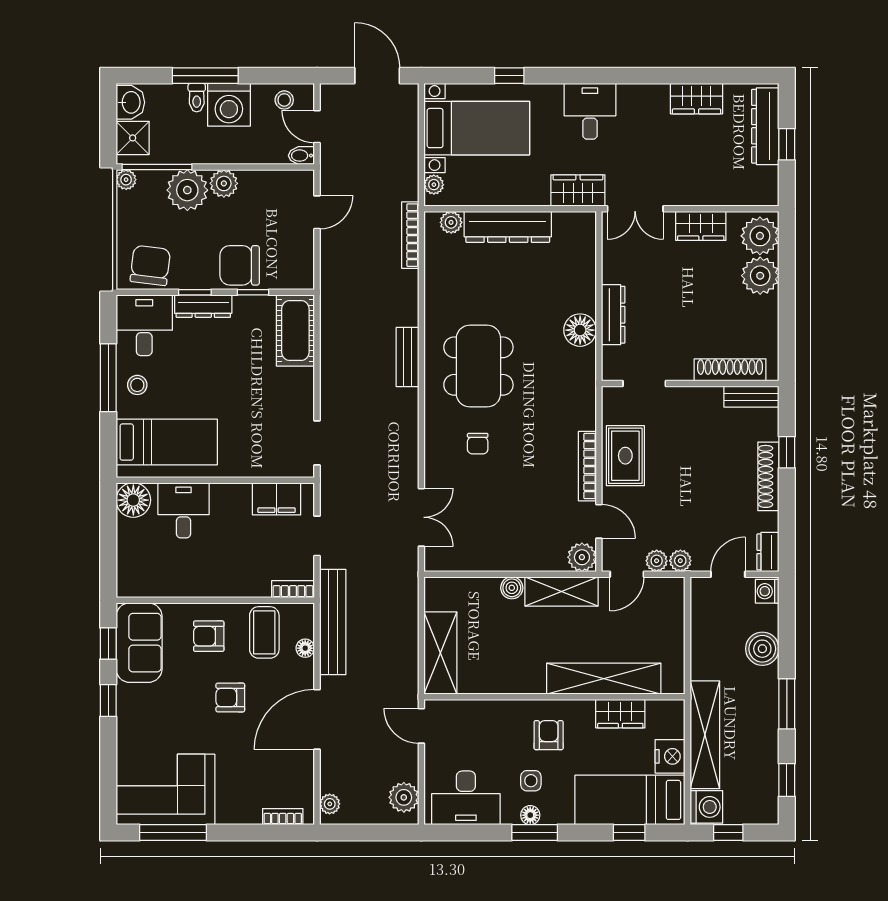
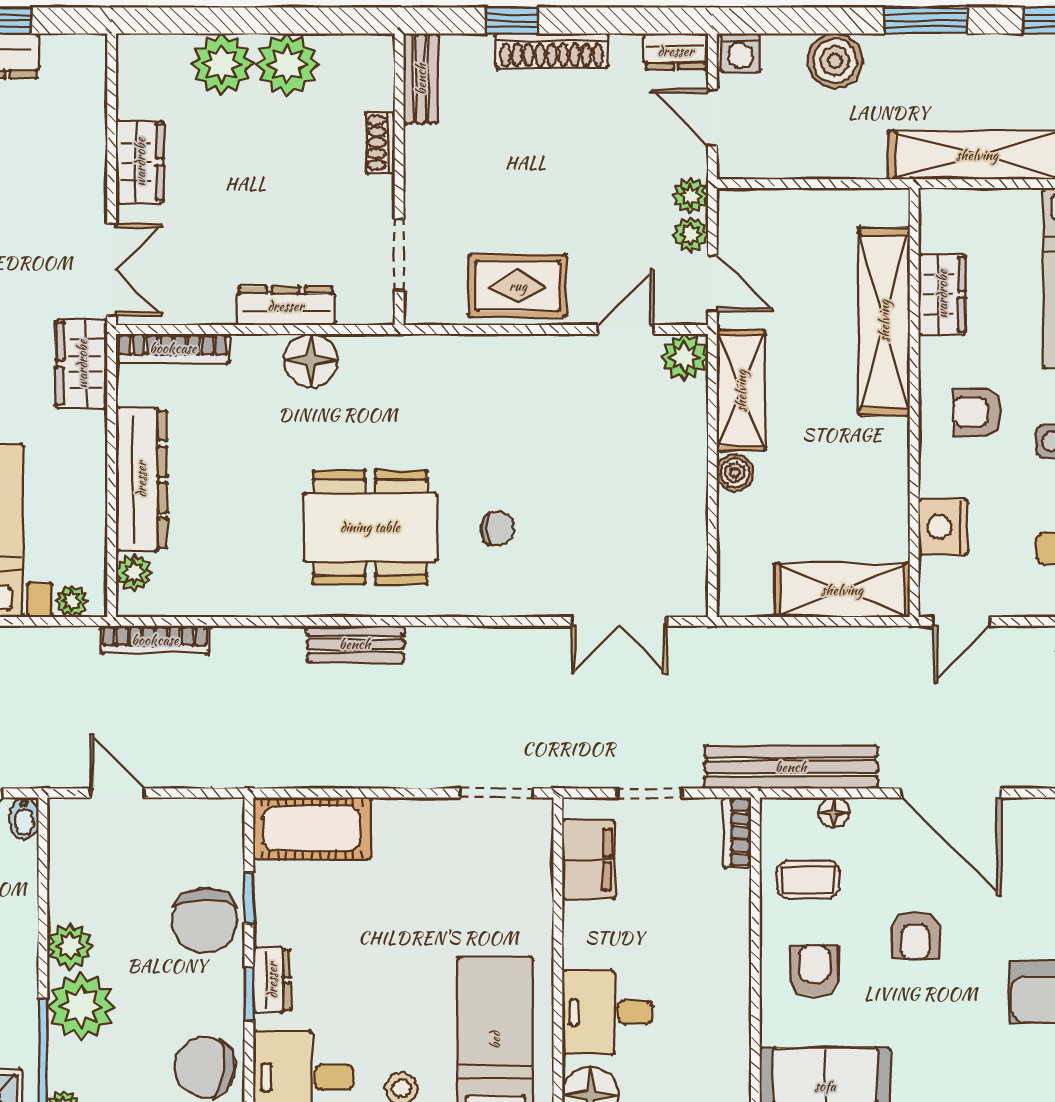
plant: (760, 236) -> (287, 65), moved
dresser: (203, 306) -> (272, 980), width x0.70
shoe rack: (730, 370) -> (380, 142), width x0.51, depth x0.81
bookcase: (587, 466) -> (173, 348), moved
double door: (421, 517) -> (619, 621), swing flipped
coffee table: (264, 632) -> (808, 880), width x0.73, depth x0.77
armchair: (209, 636) -> (814, 971), turned 180
nightstand: (670, 756) -> (943, 527), moved, turned -90

